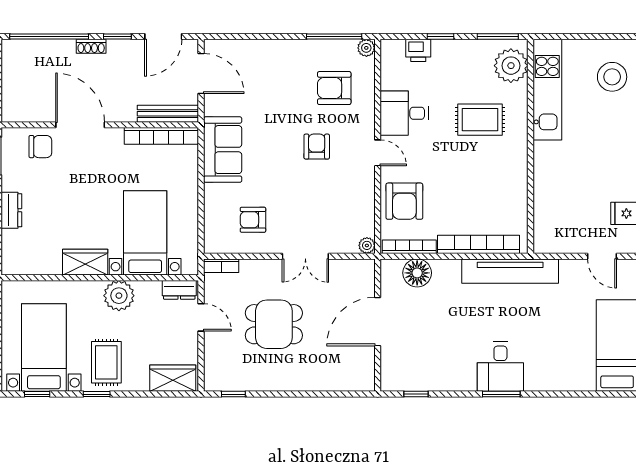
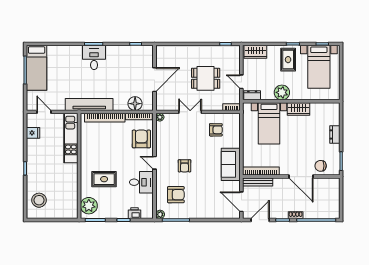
kitchen unit: (547, 90) -> (71, 138), moved

